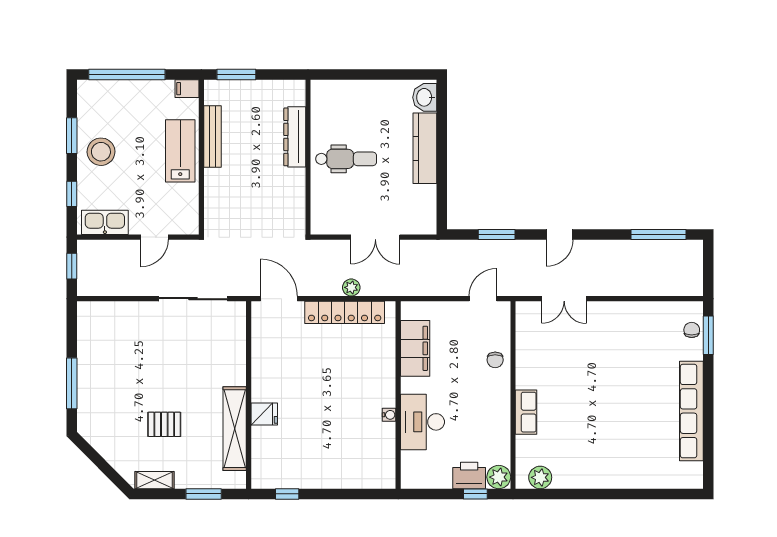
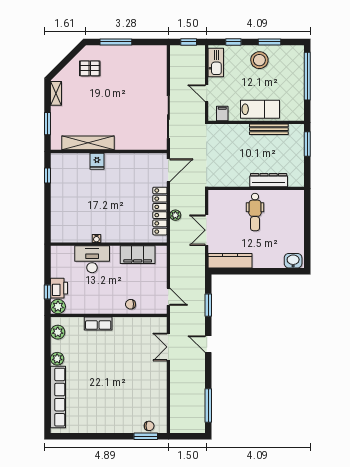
filing cabinet: (187, 89) -> (222, 113), moved
kitchen counter: (425, 148) -> (230, 261), moved
row of seats: (691, 411) -> (58, 397), moved, turned 90
pallet: (164, 424) -> (90, 68), moved, turned 90
plant: (583, 478) -> (57, 359), added

